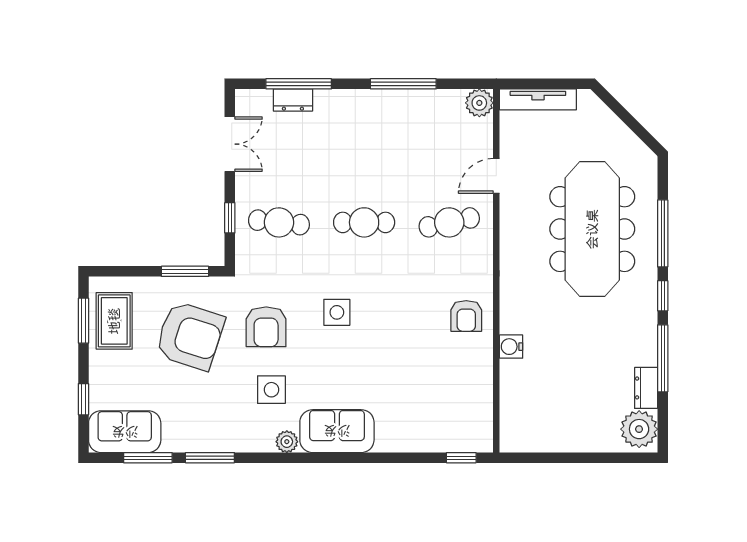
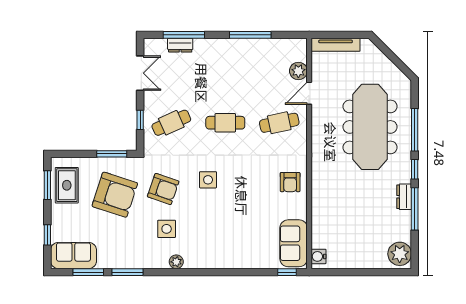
plant: (479, 103) -> (298, 71), moved
cafe table: (279, 222) -> (171, 123), turned -30
armchair: (266, 327) -> (163, 189), turned -71
water cooler: (511, 347) -> (319, 256), moved
dresser: (646, 388) -> (404, 197), moved
sofa: (337, 431) -> (294, 243), moved, turned -90

